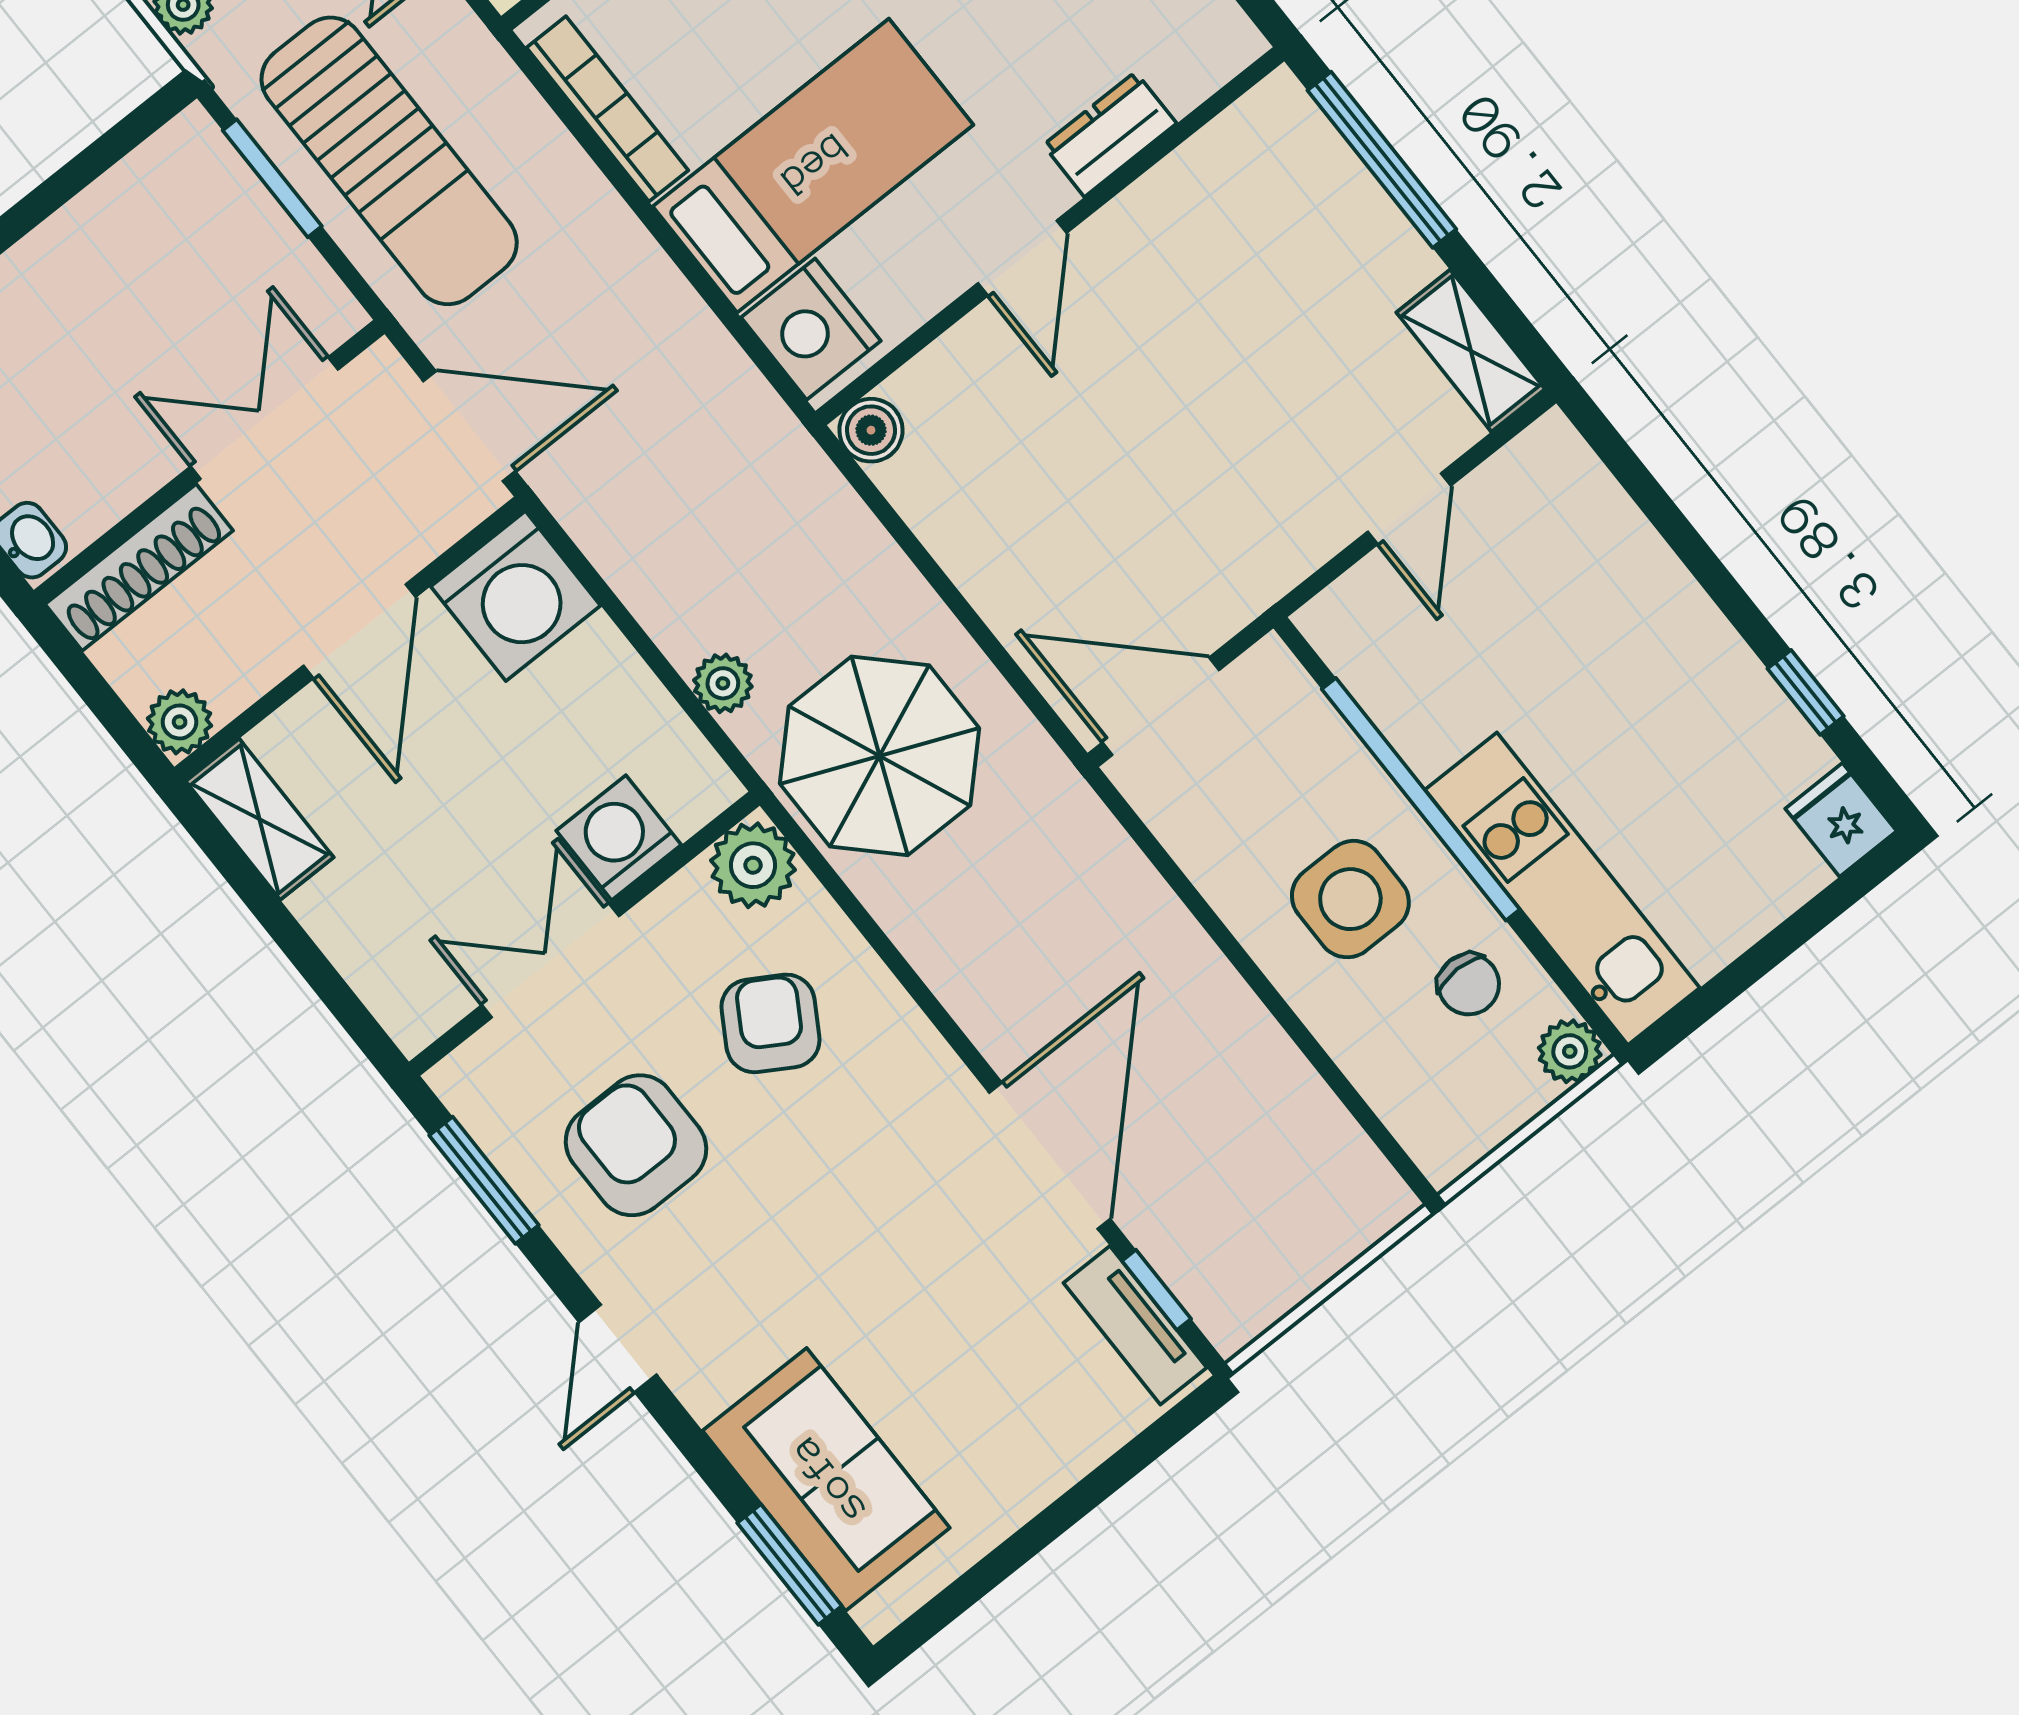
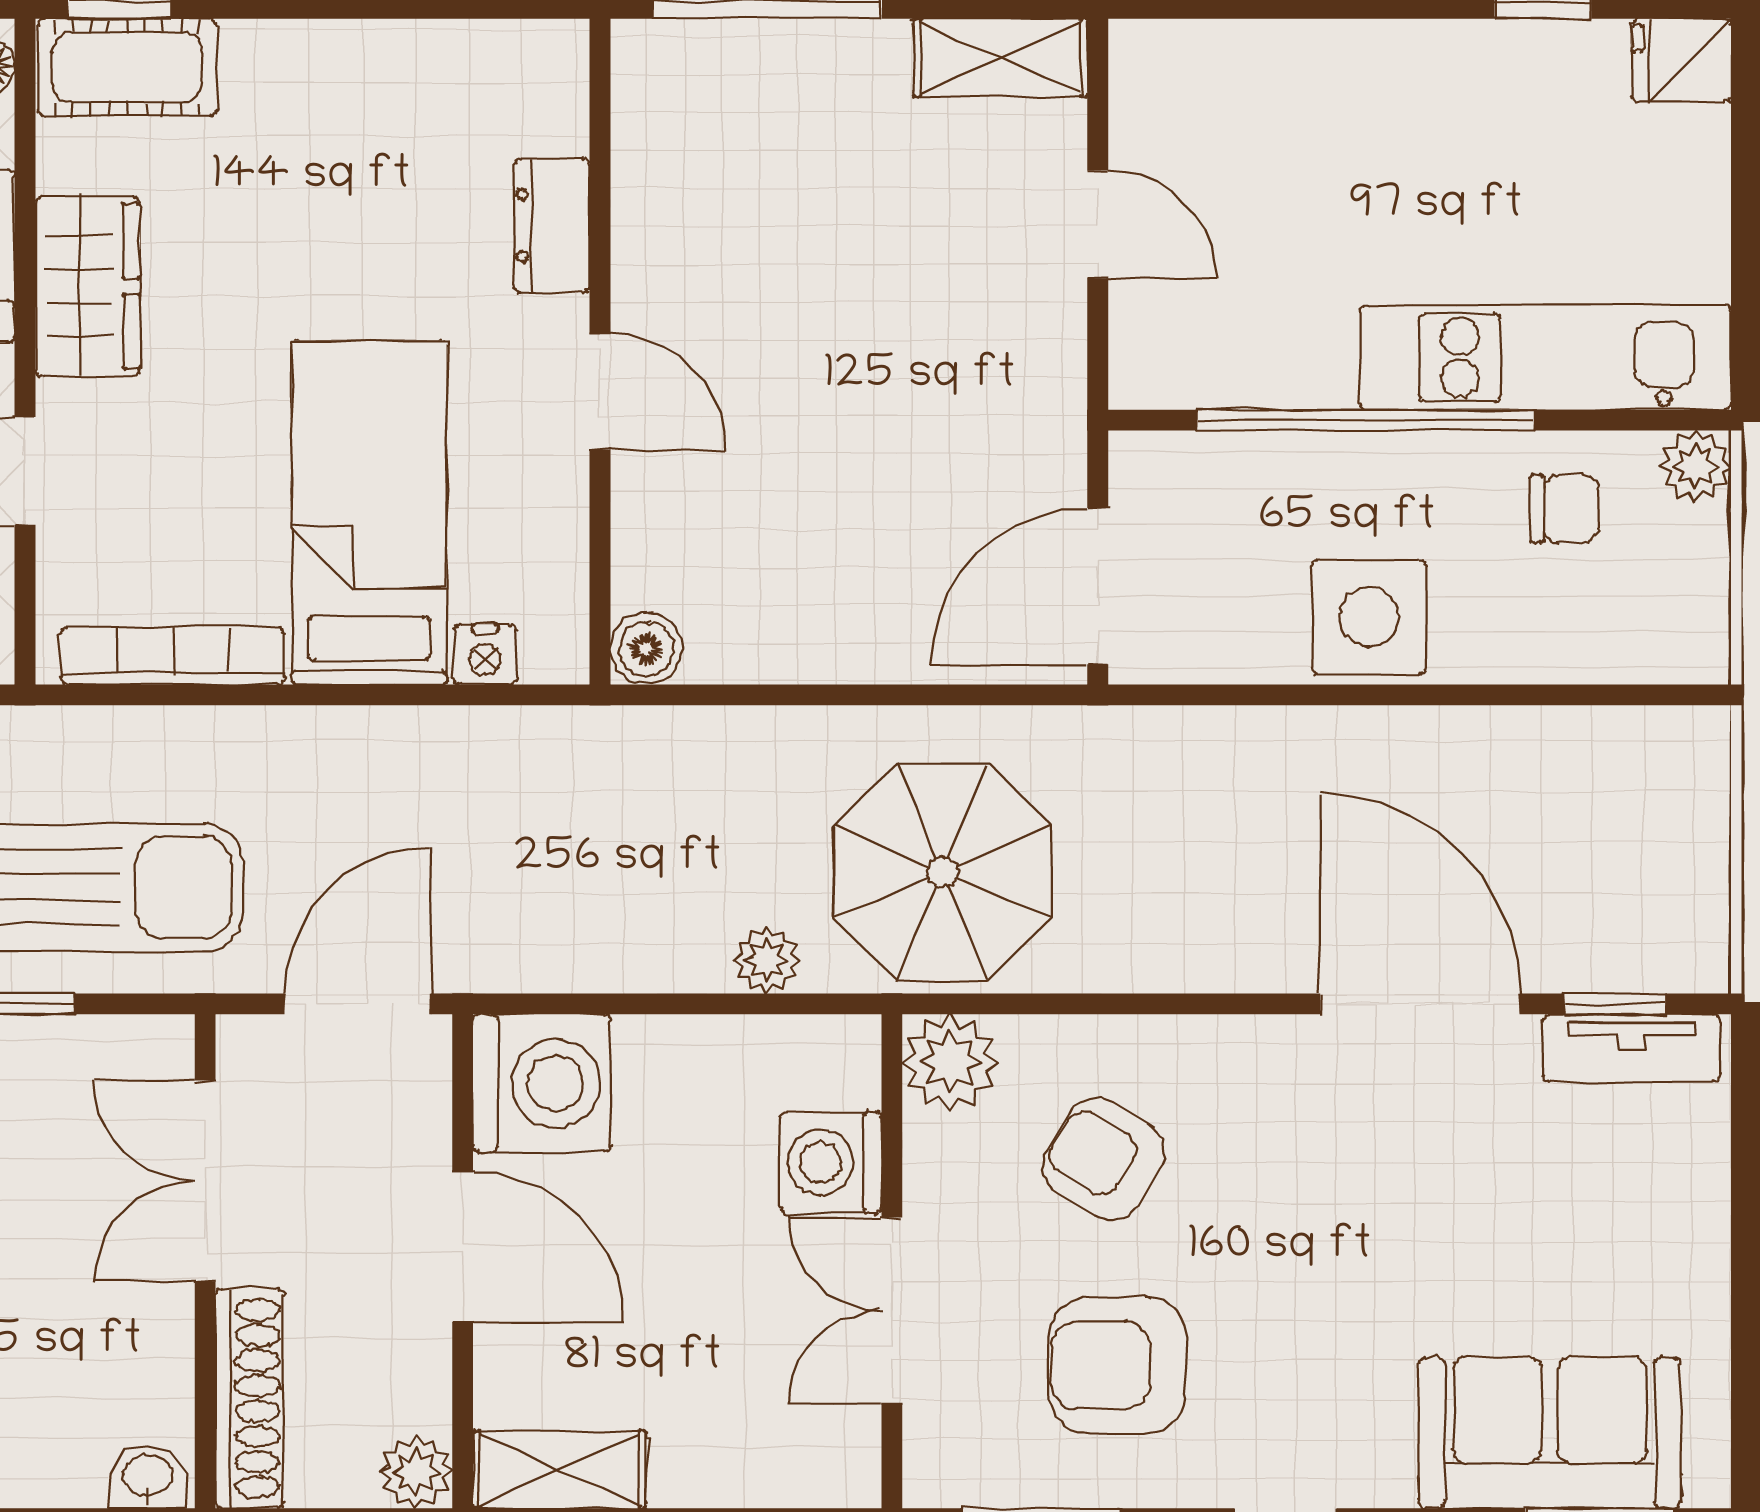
nightstand: (811, 329) -> (485, 654), width x0.53, depth x0.56
side table: (1350, 899) -> (1369, 617), moved

